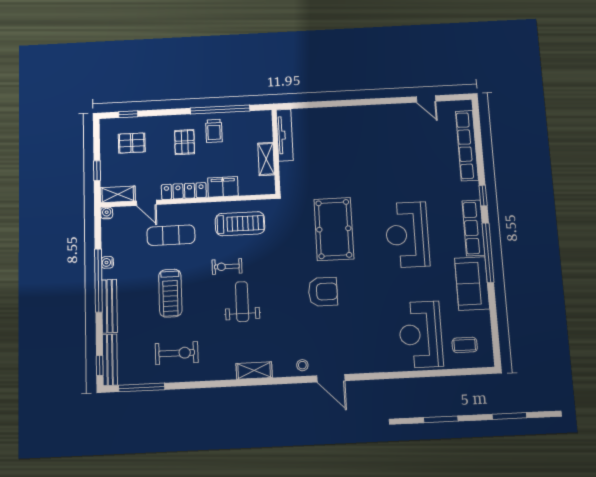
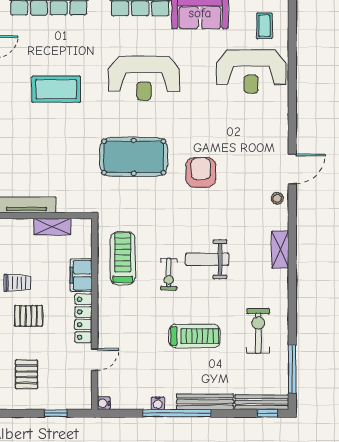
coffee table: (391, 156) -> (56, 89), added
shelving: (118, 194) -> (83, 391), removed
exercise mat: (171, 235) -> (132, 334), removed

